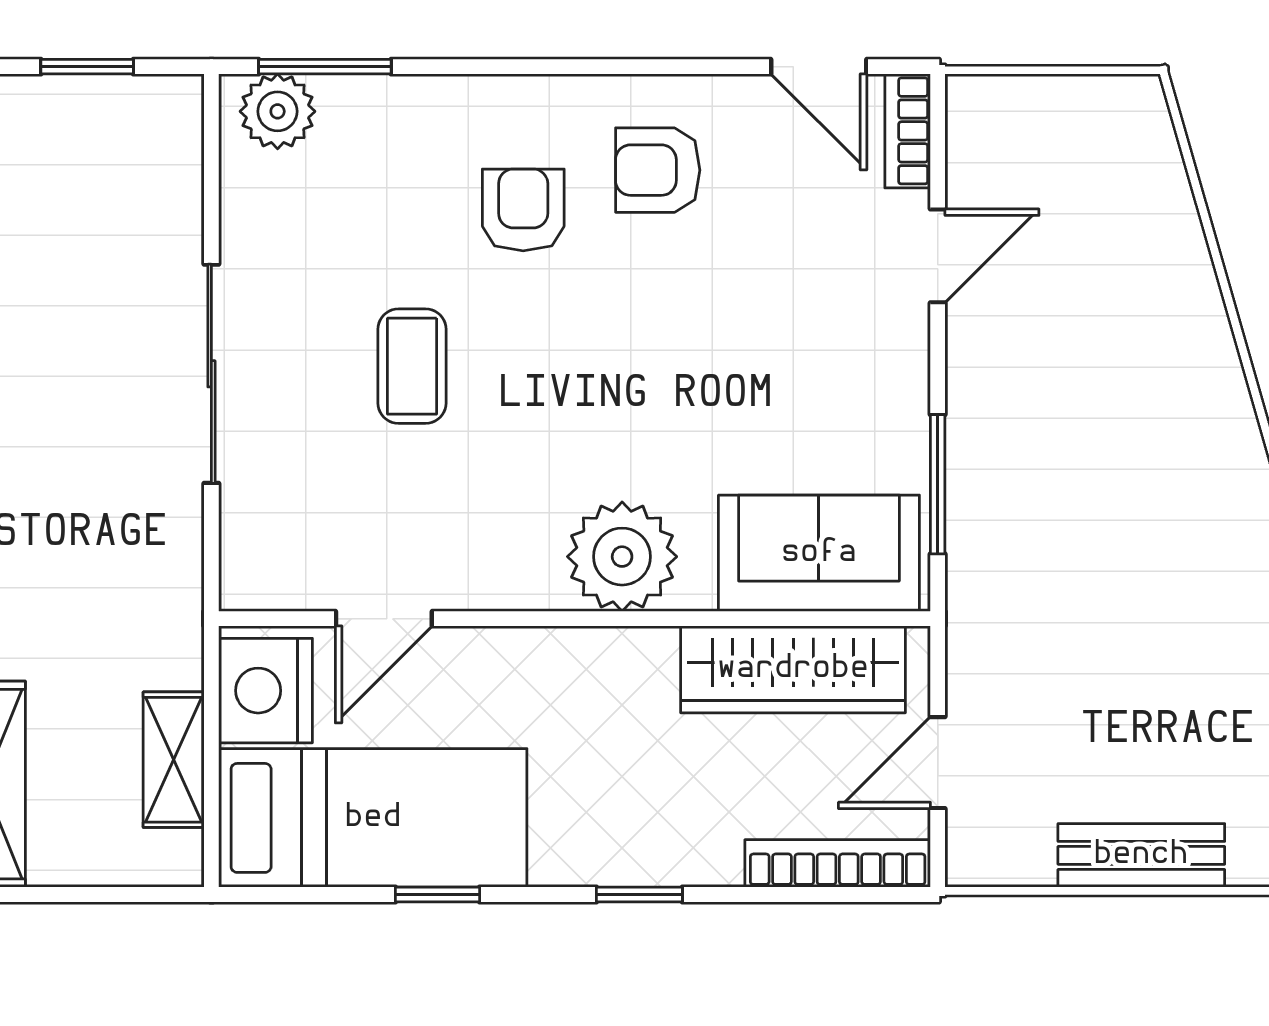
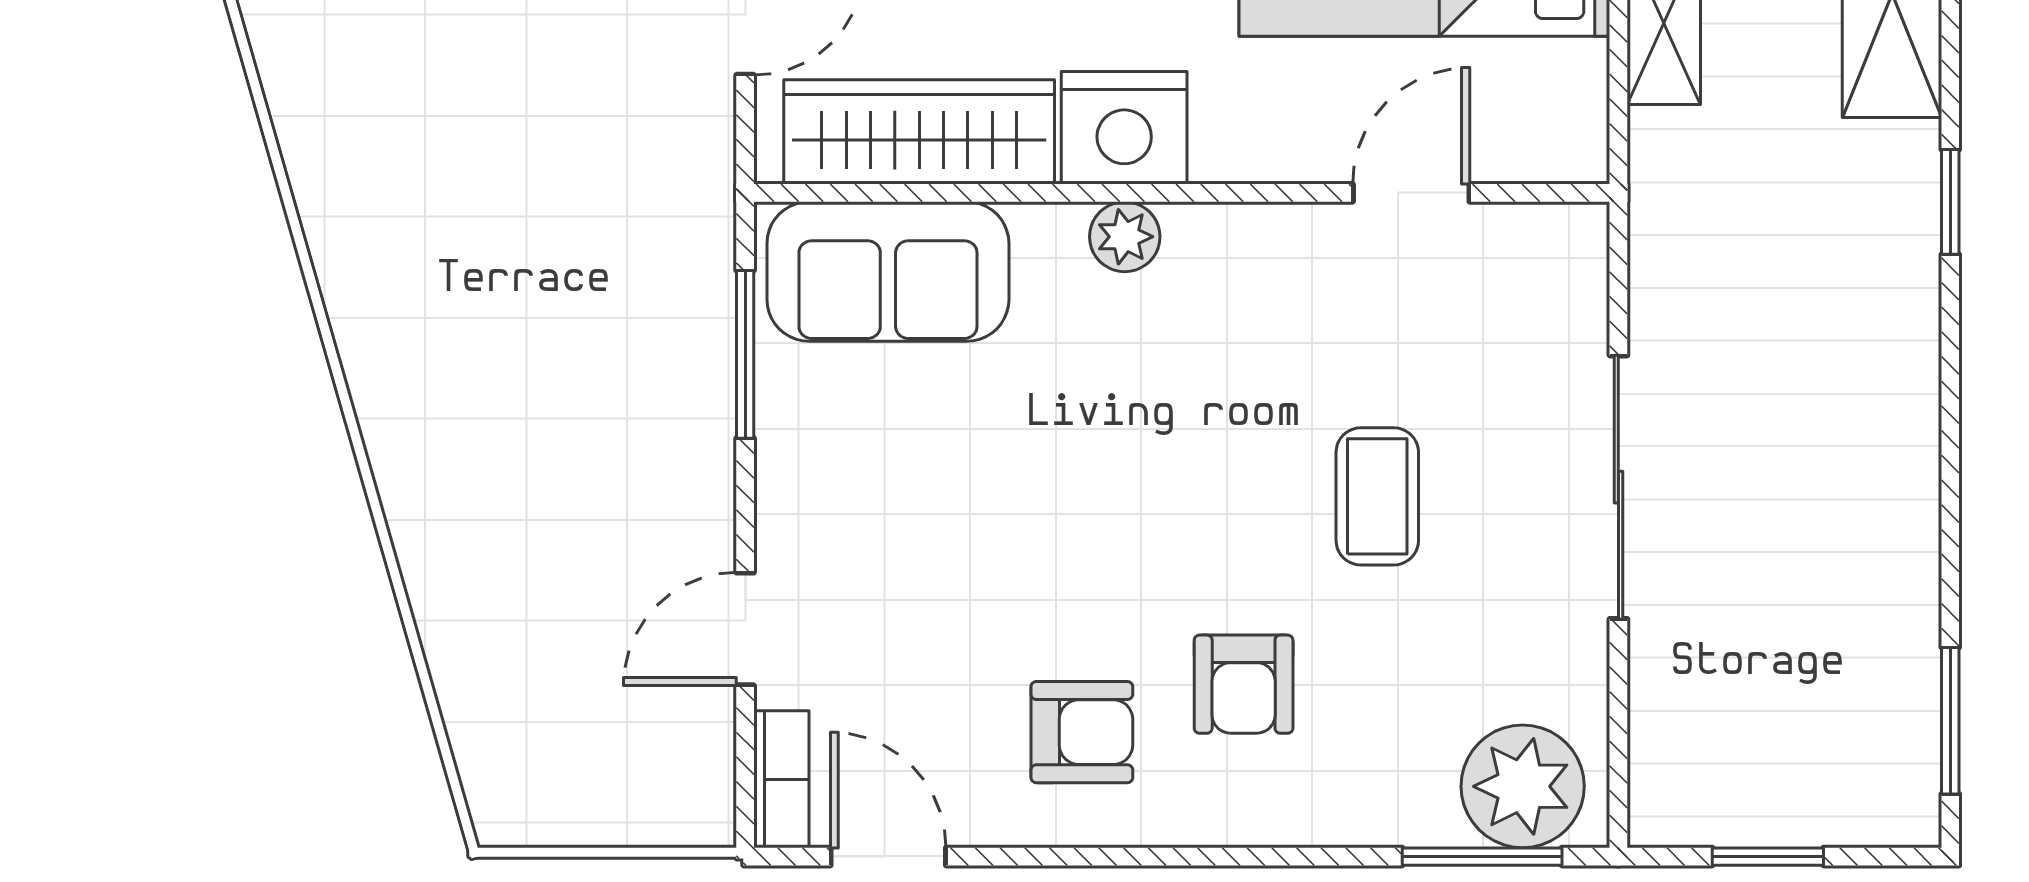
plant: (278, 111) -> (1523, 786), width x1.36, depth x1.36
plant: (622, 557) -> (1125, 237), width x0.53, depth x0.53
nightstand: (266, 691) -> (1124, 128), moved, turned 90

